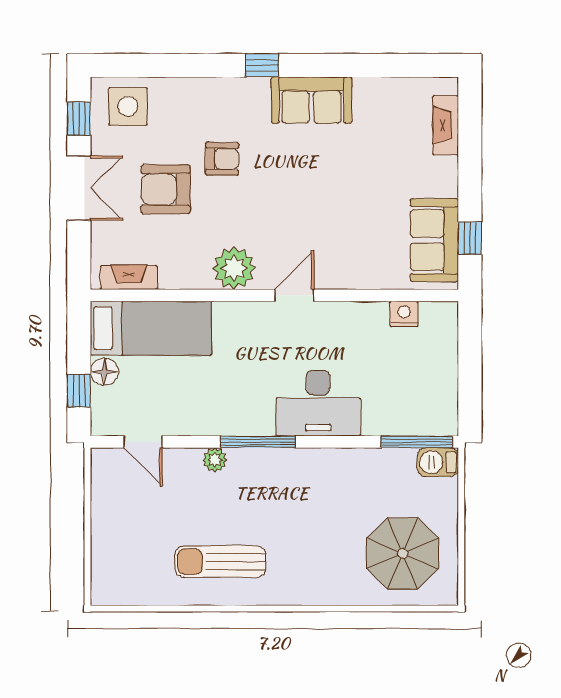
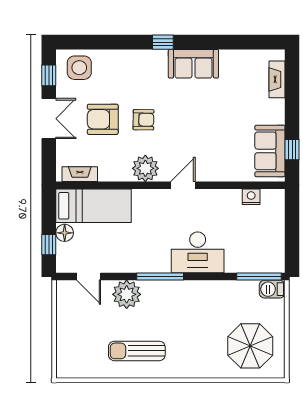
armchair: (222, 159) -> (143, 120), moved
plant: (215, 460) -> (127, 294), width x1.88, depth x1.88

